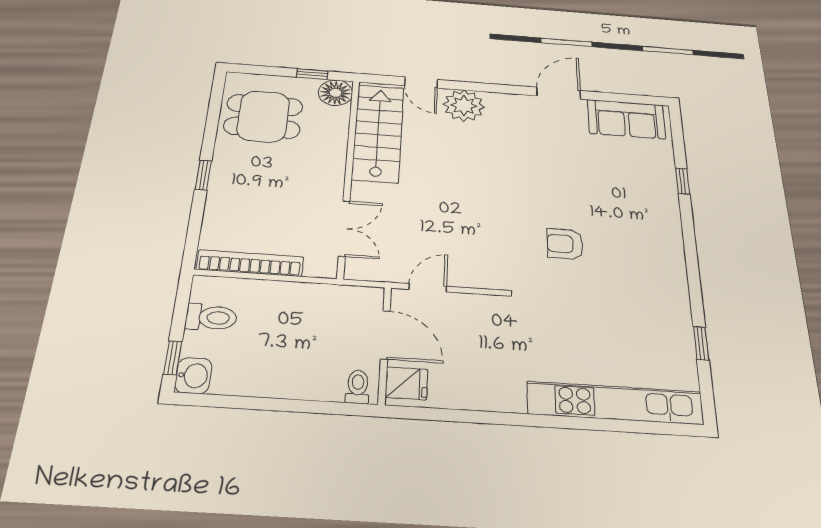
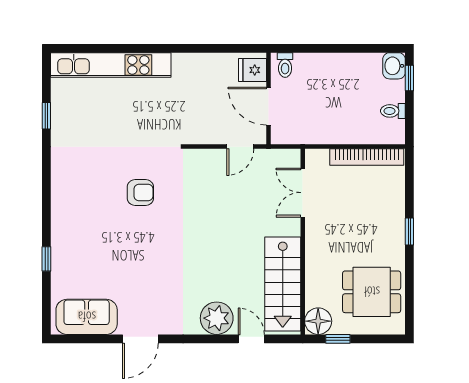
toilet: (211, 317) -> (393, 111), width x0.73, depth x0.72

